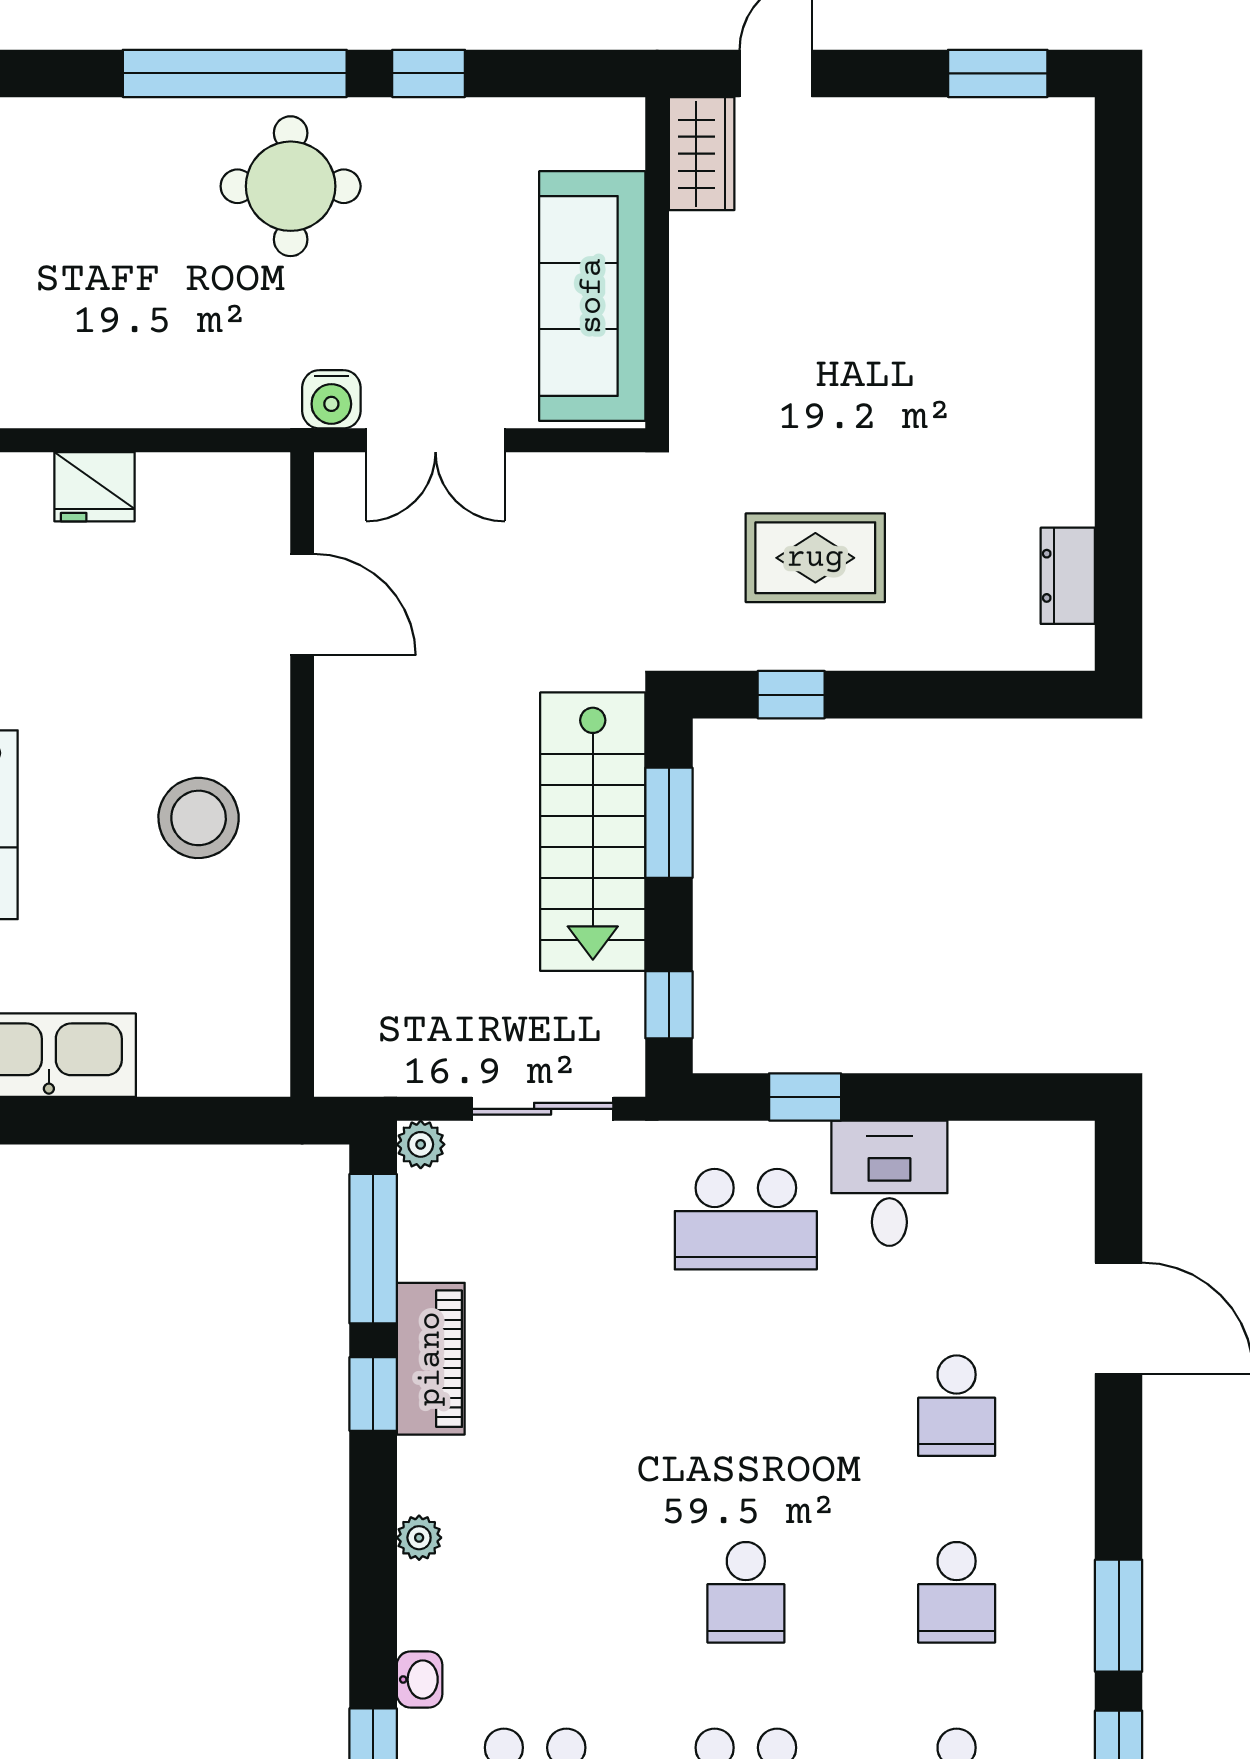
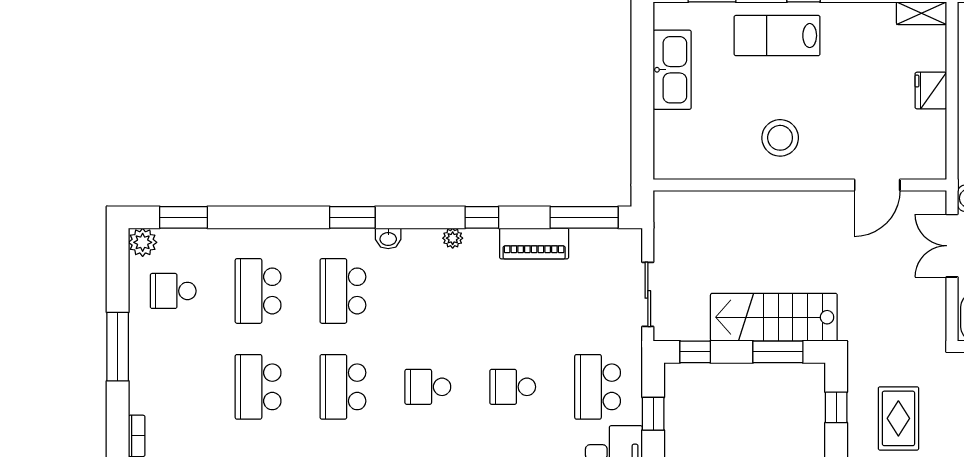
plant: (421, 1144) -> (632, 239), removed
window: (373, 1394) -> (482, 217), moved
school desk: (746, 1406) -> (513, 387), added

